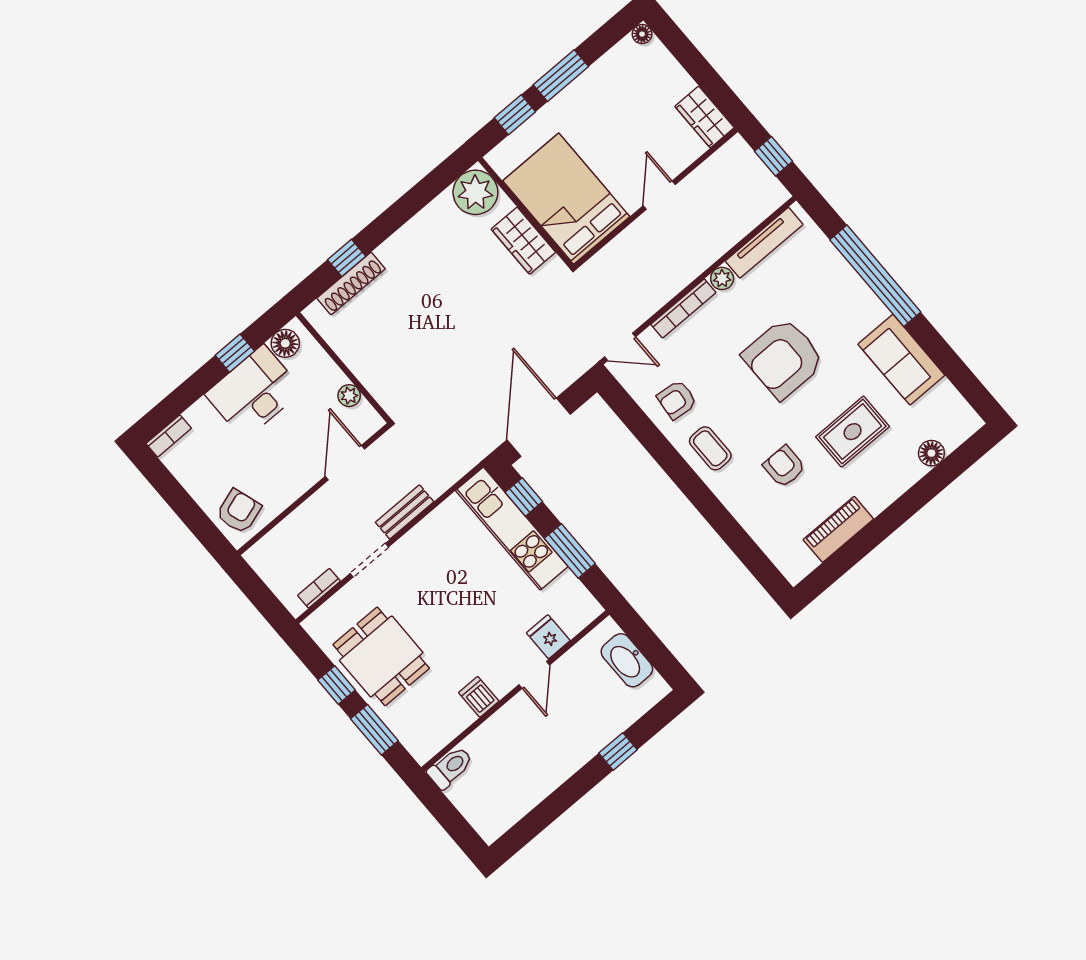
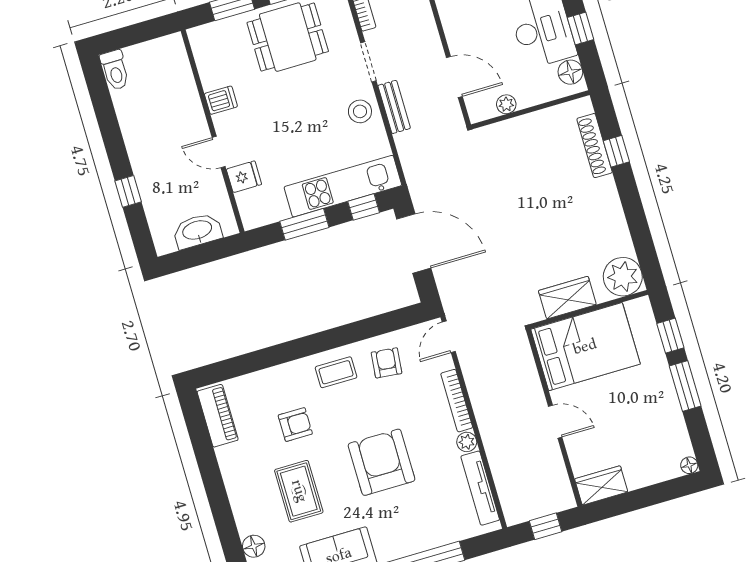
piano: (838, 529) -> (218, 416), moved
stool: (425, 546) -> (360, 111), added
toilet: (450, 768) -> (115, 70), moved

